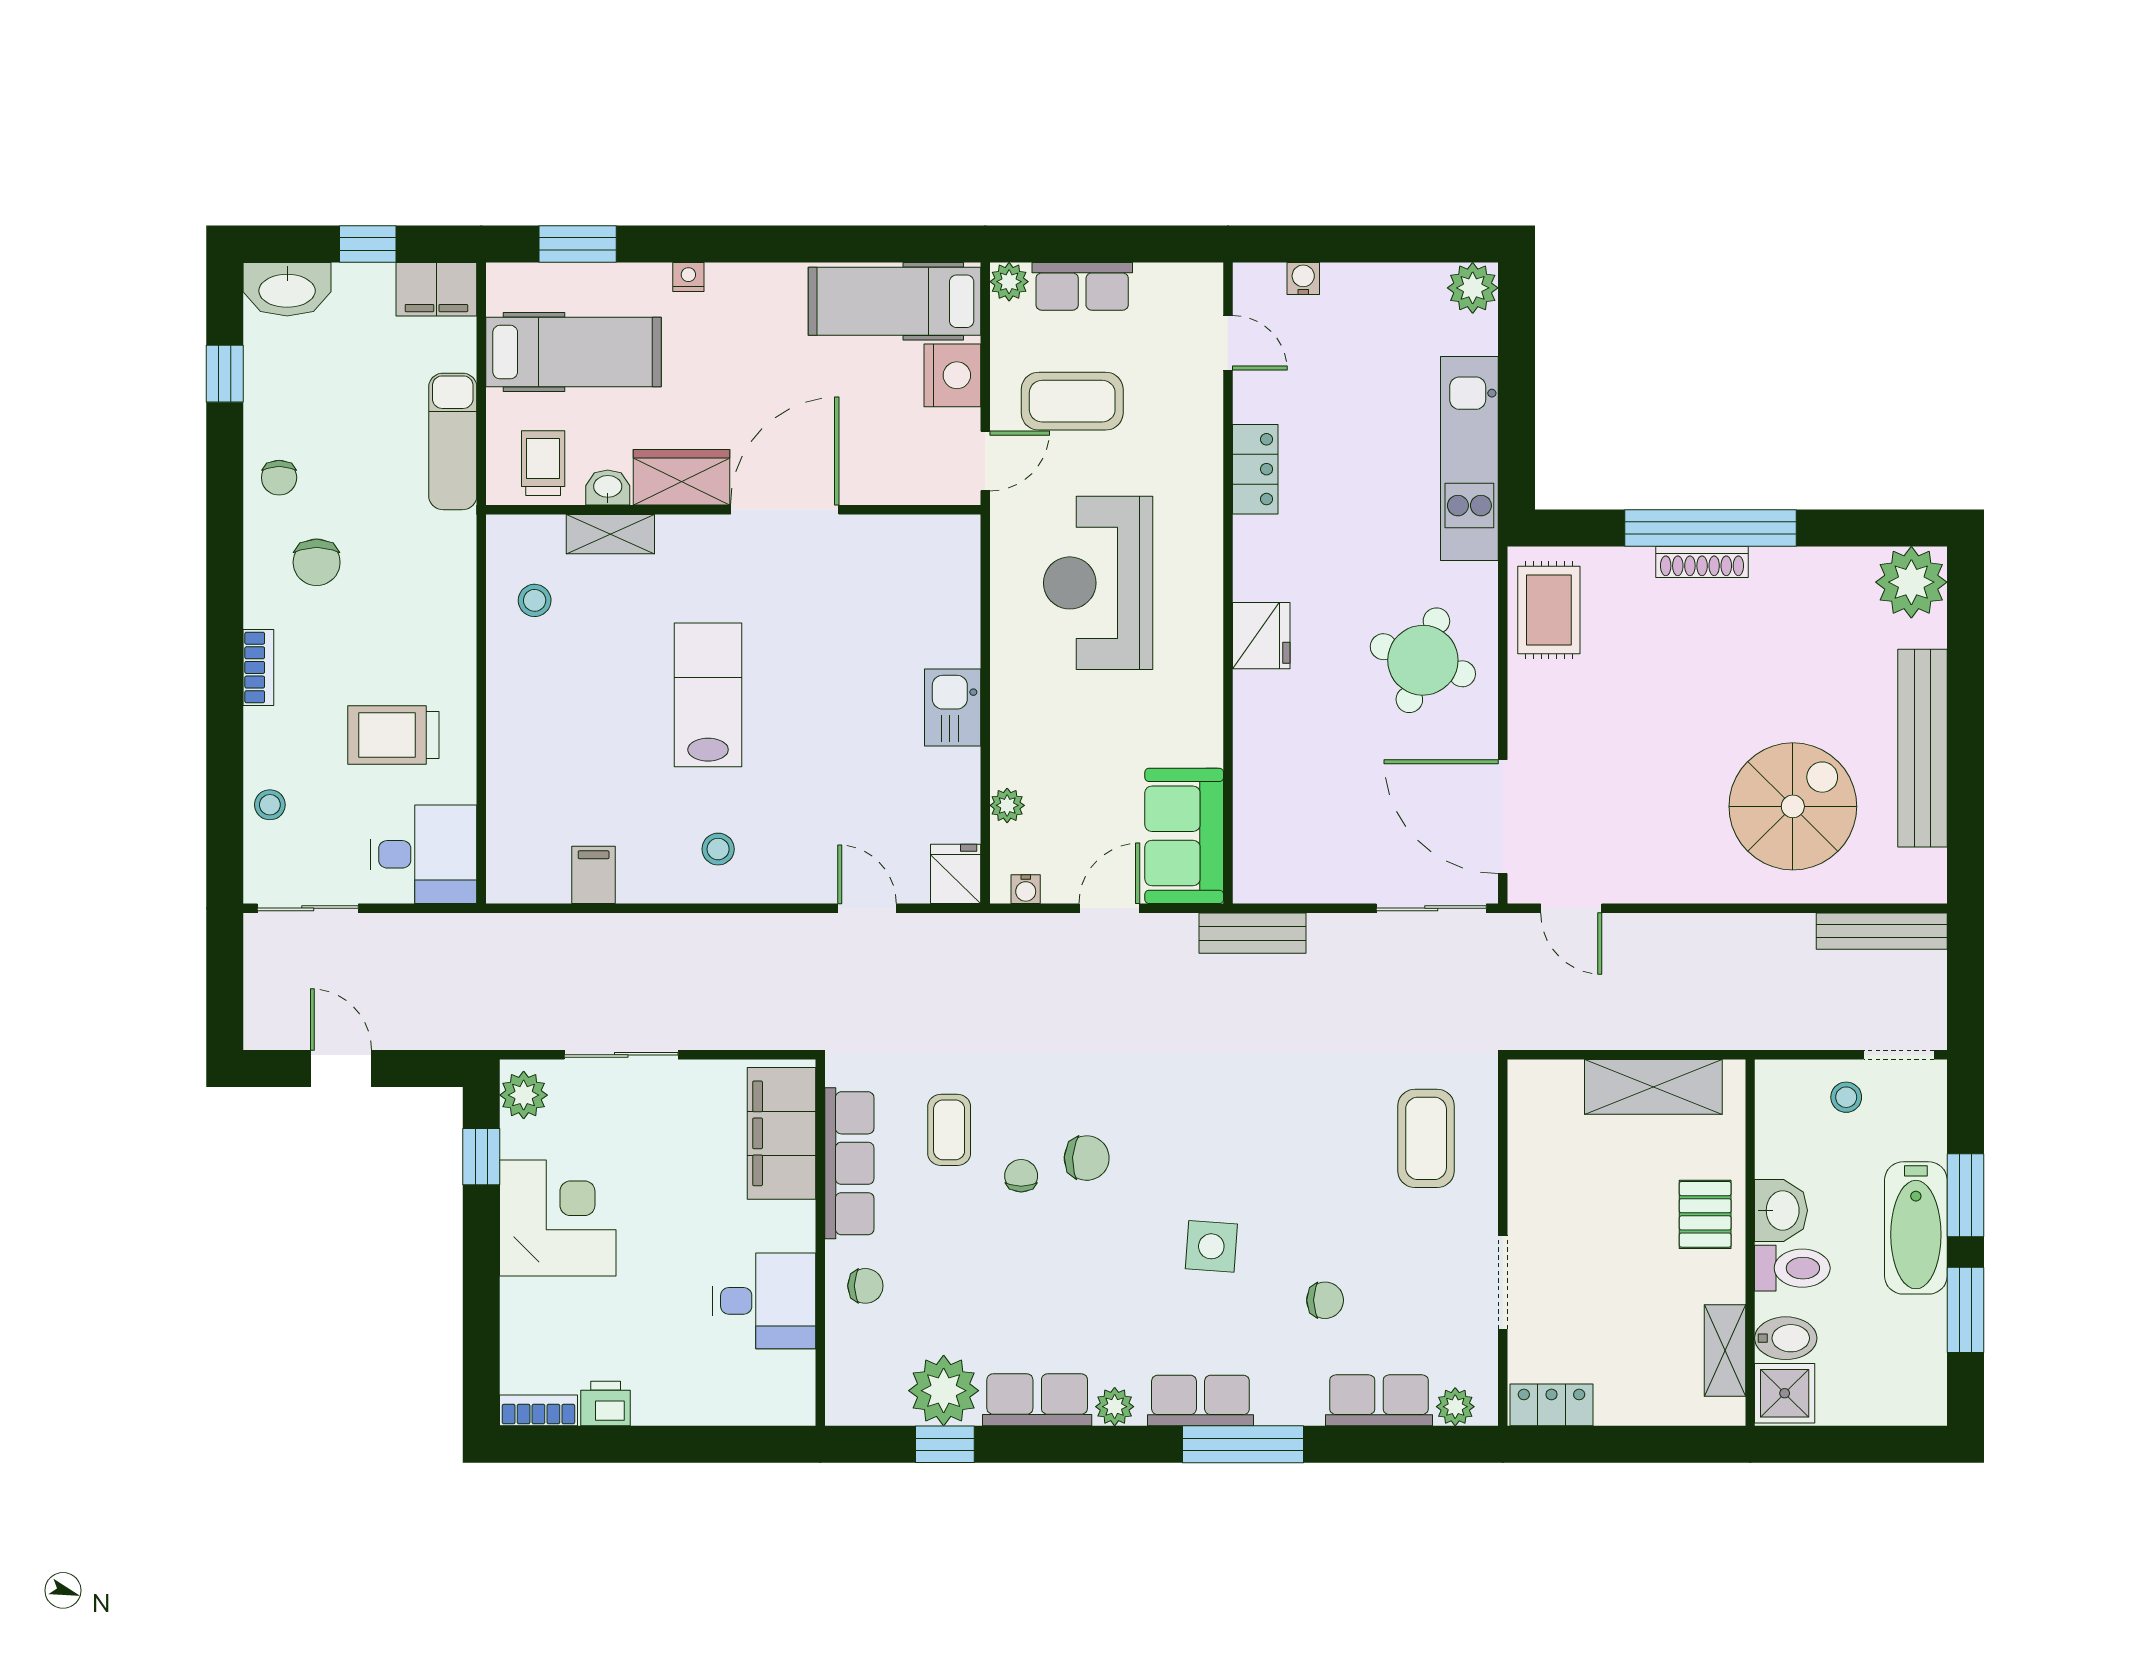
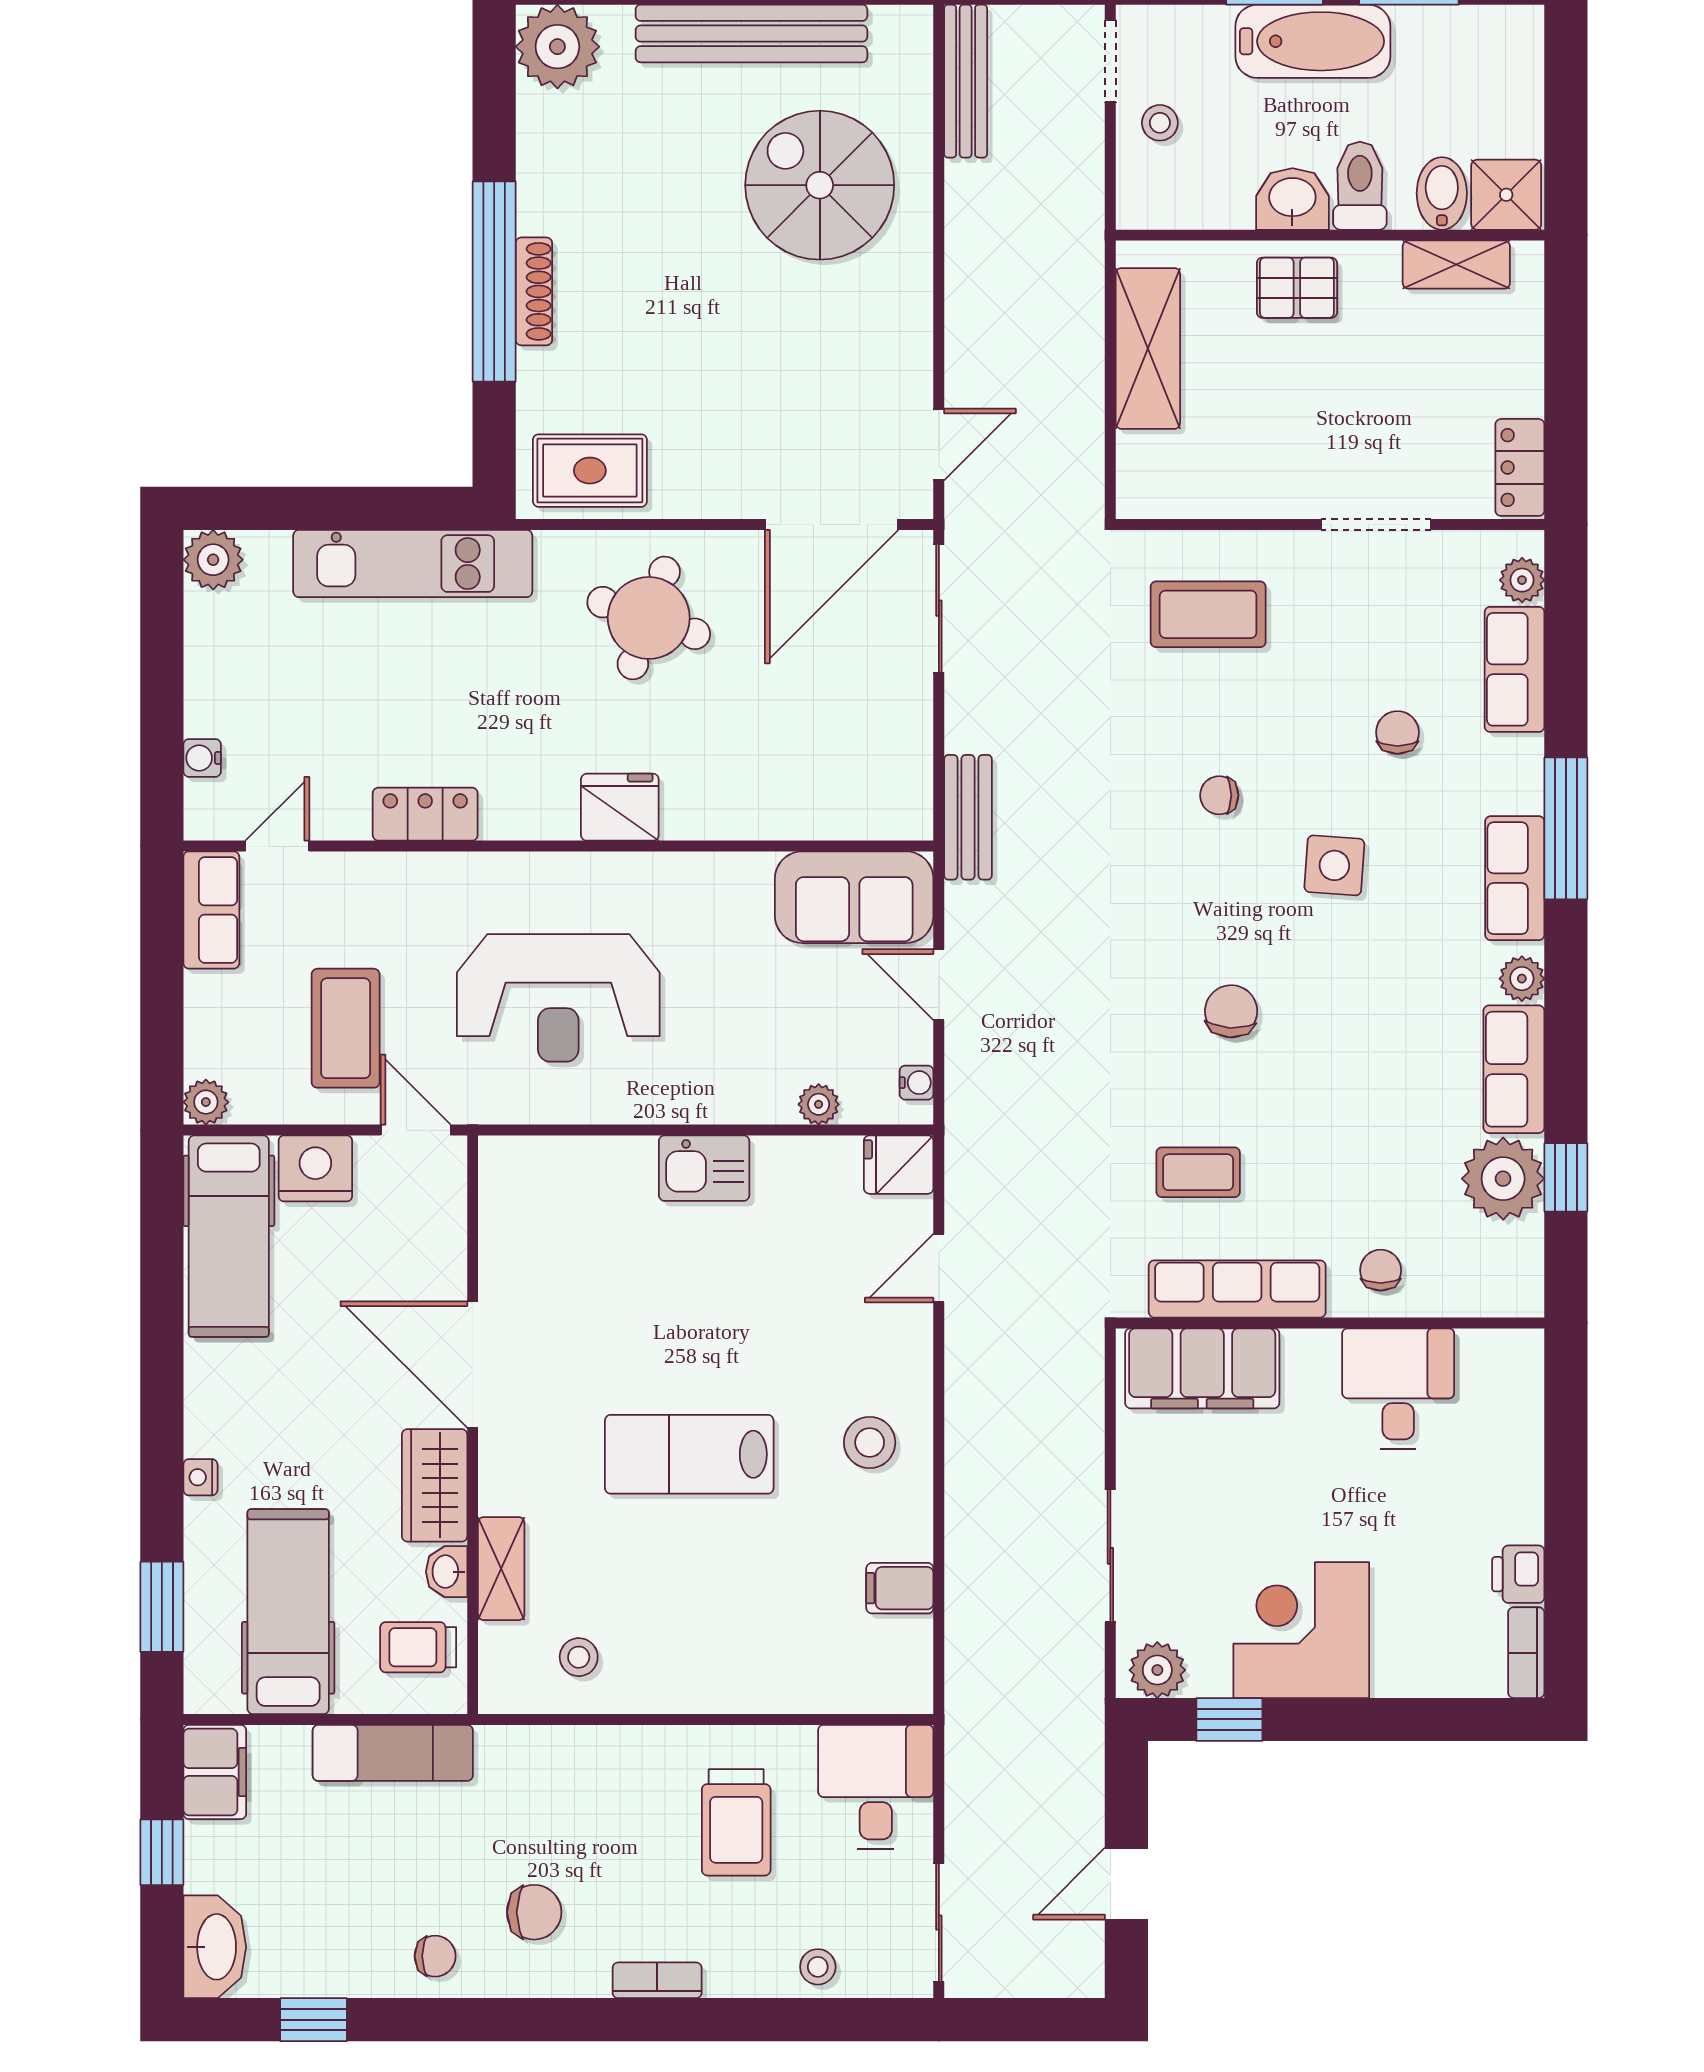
row of seats: (1082, 286) -> (211, 910), moved
stool: (718, 849) -> (870, 1442), width x1.37, depth x1.37
chair: (1021, 1176) -> (1219, 795), moved

